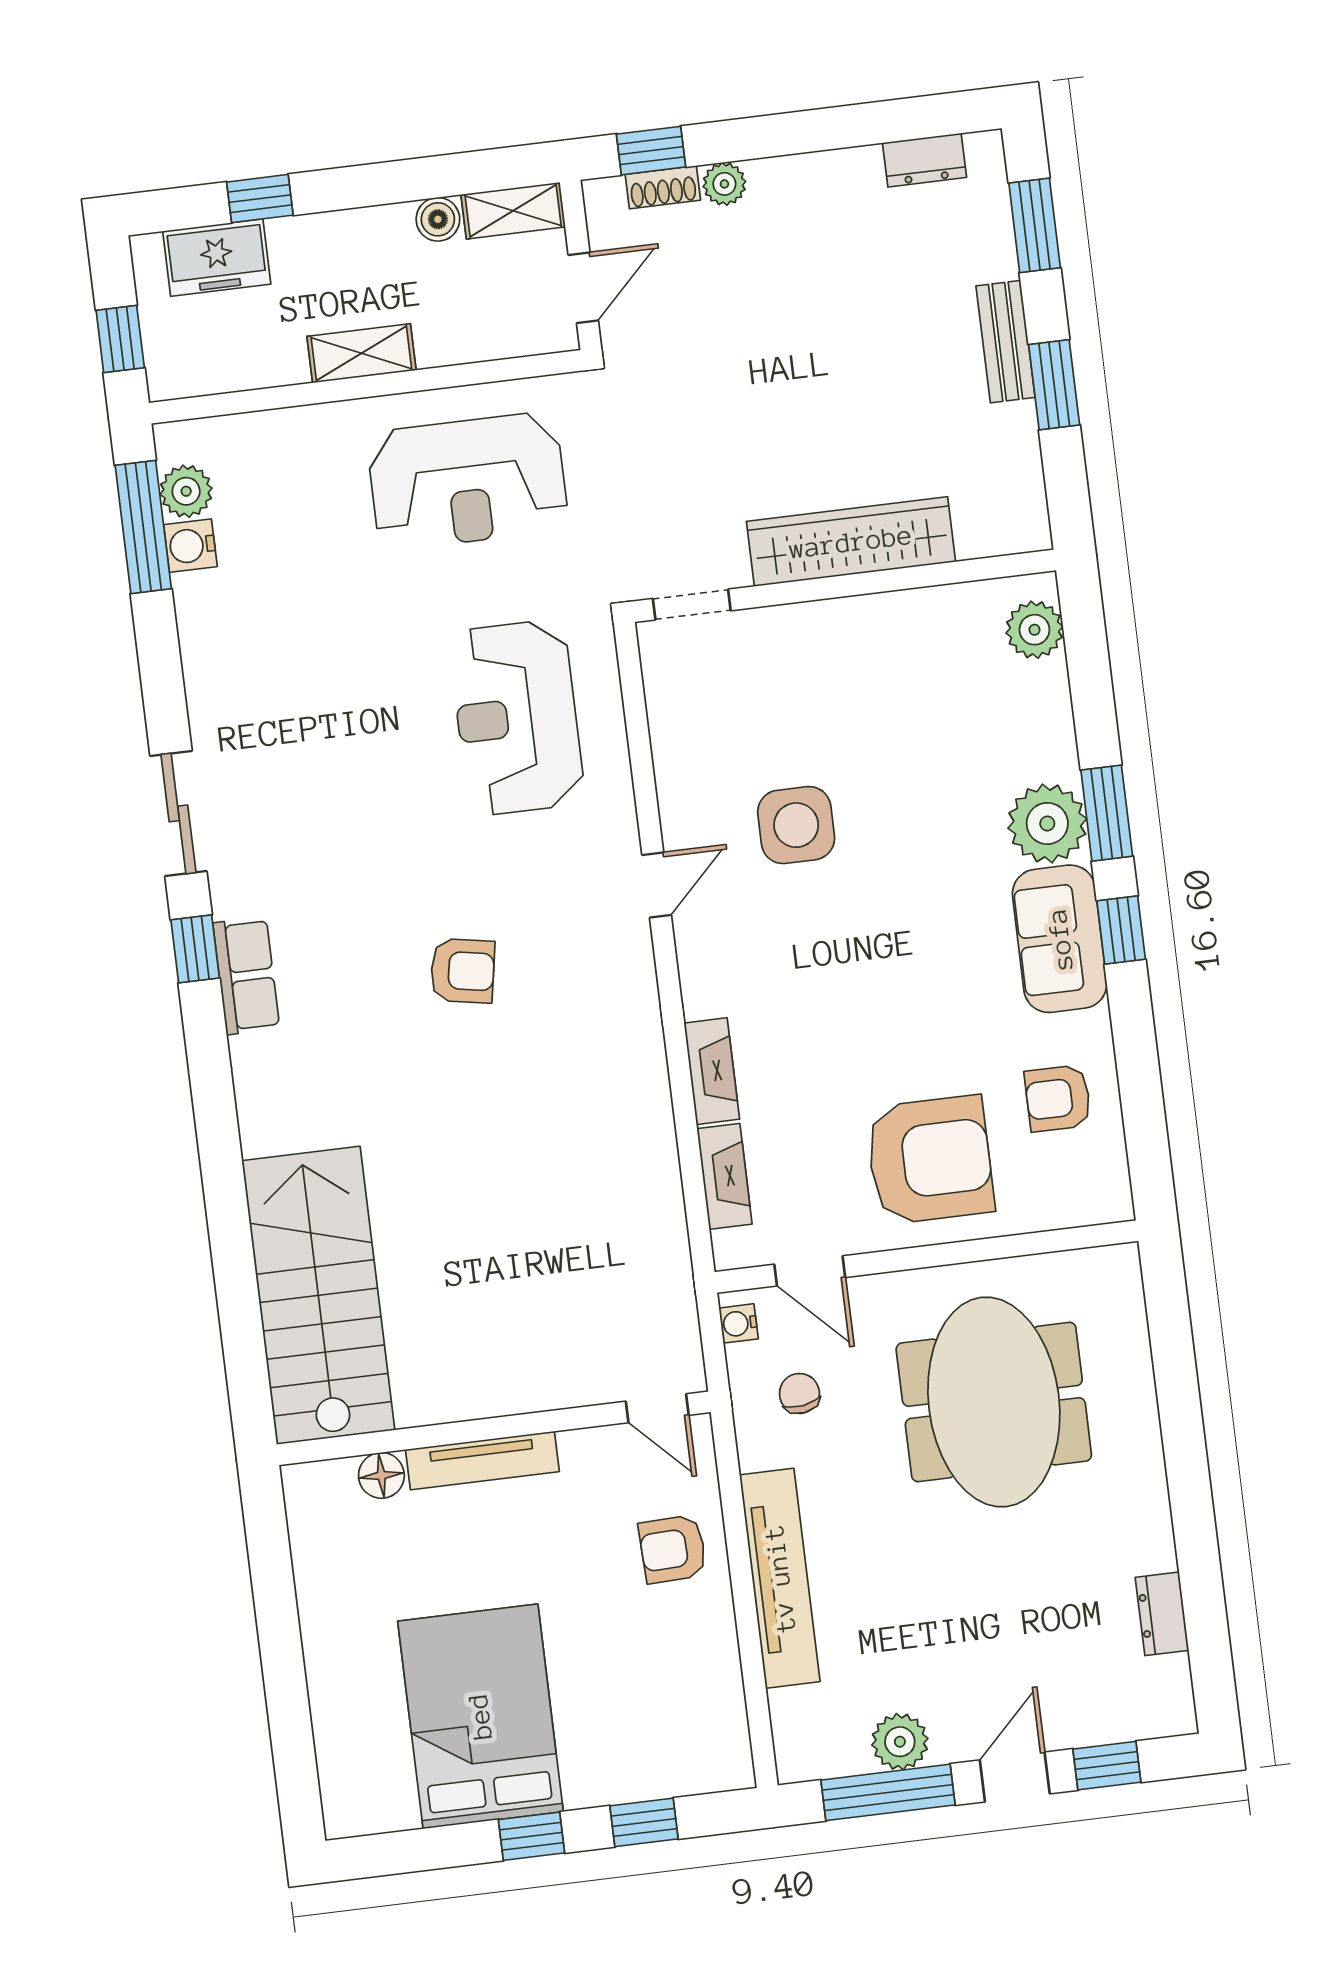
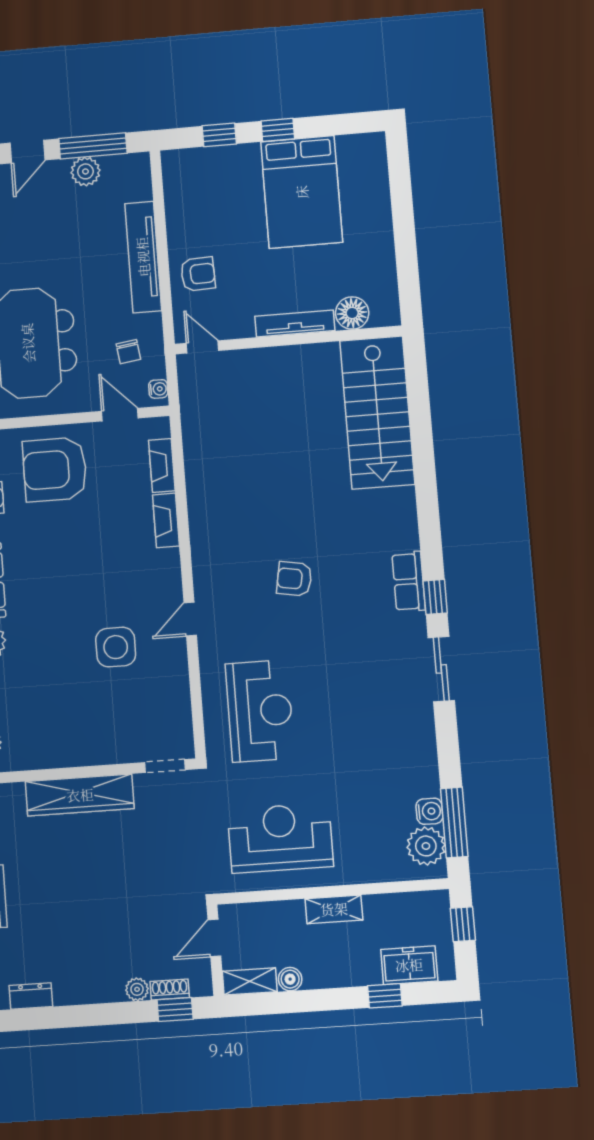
plant: (186, 491) -> (426, 846), width x1.36, depth x1.36
floor lamp: (381, 1475) -> (352, 313), width x1.38, depth x1.38

